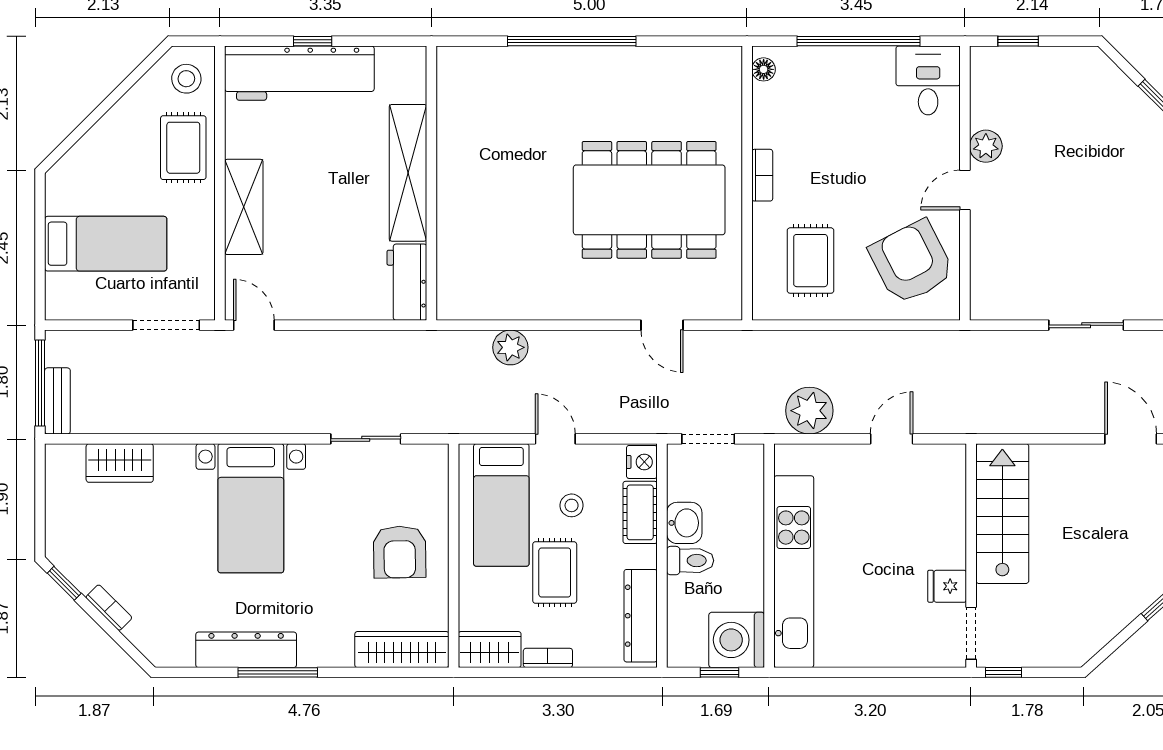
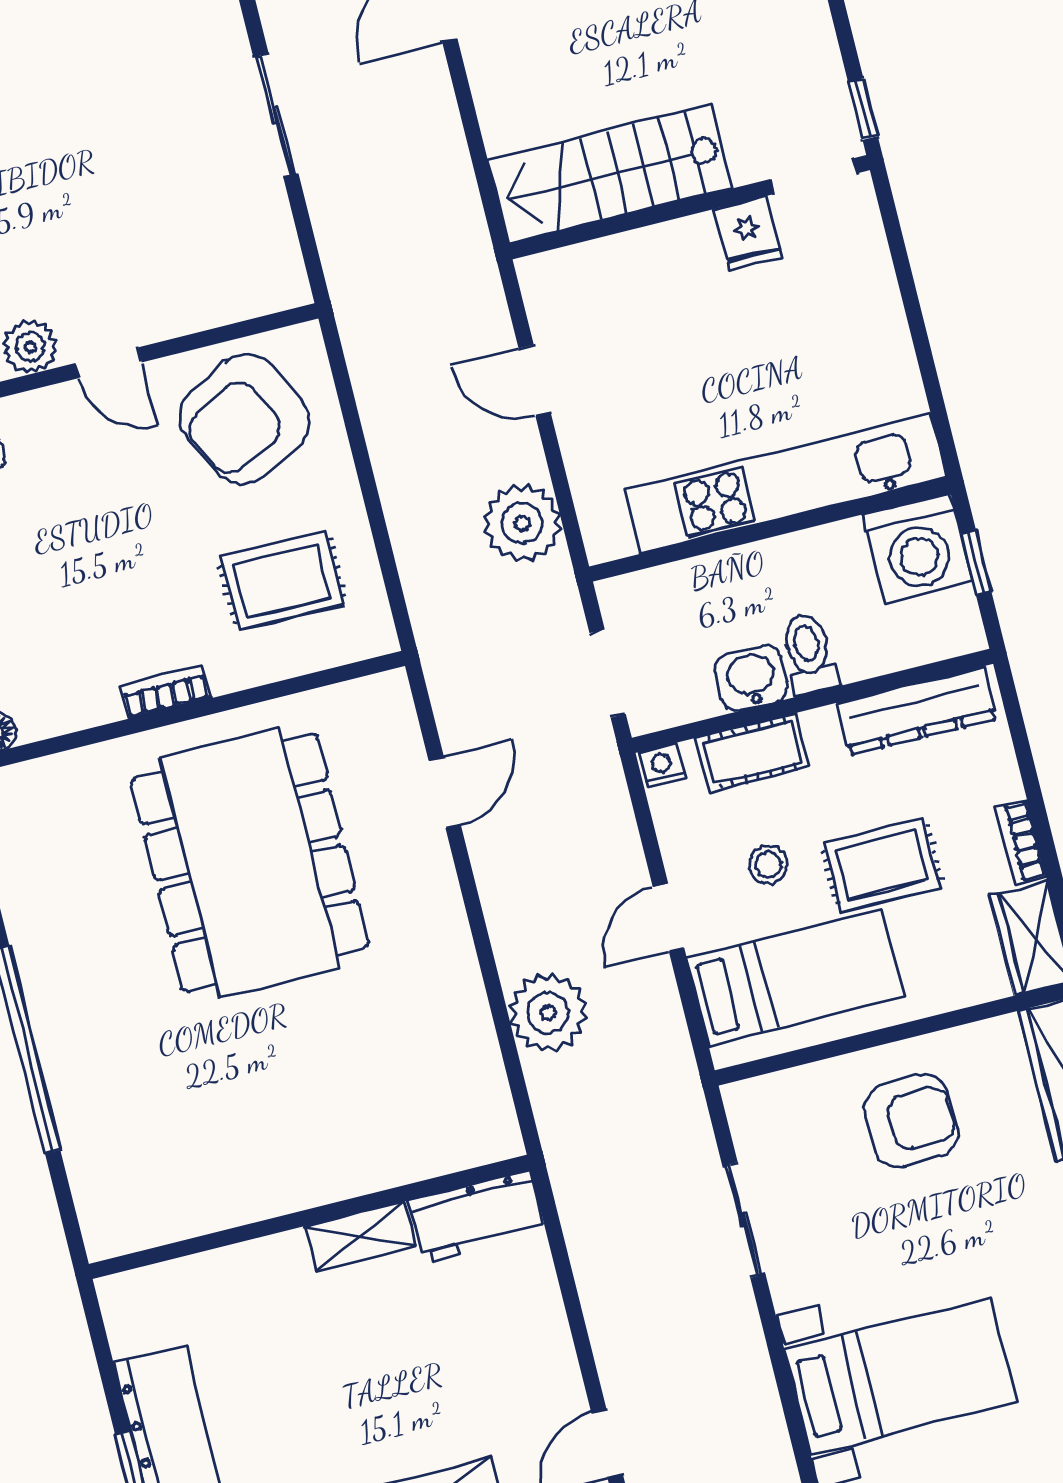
shelving: (408, 173) -> (360, 1236), width x0.45, depth x0.75
plant: (510, 347) -> (548, 1013), width x1.36, depth x1.36
nightstand: (642, 462) -> (662, 766), width x0.72, depth x0.74

